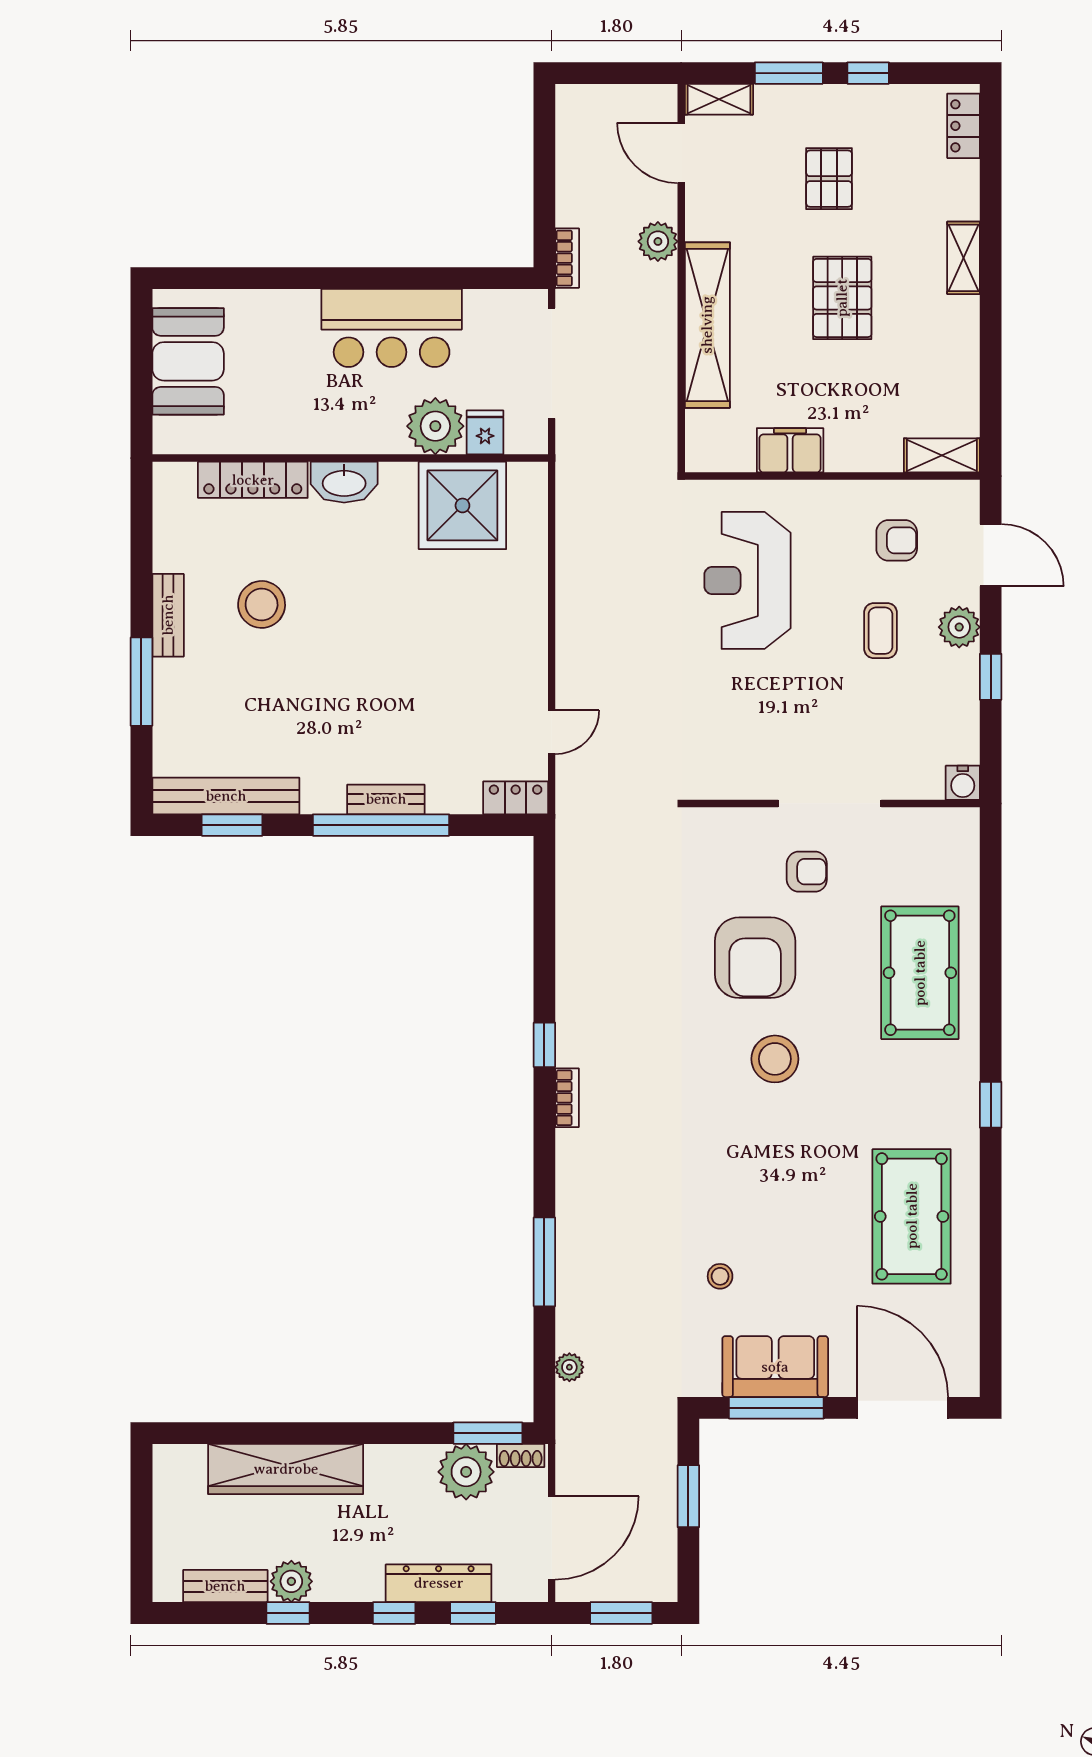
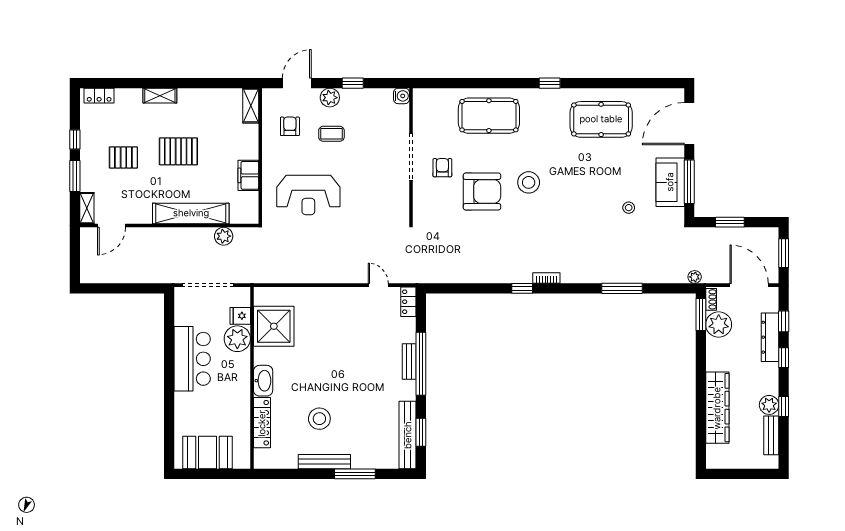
plant: (658, 241) -> (224, 236), moved
bookcase: (567, 258) -> (160, 278), removed
bench: (168, 615) -> (324, 462), width x1.36
plant: (569, 1367) -> (695, 277), moved

